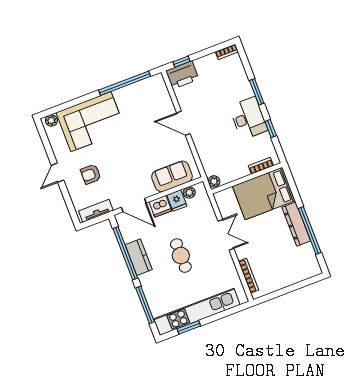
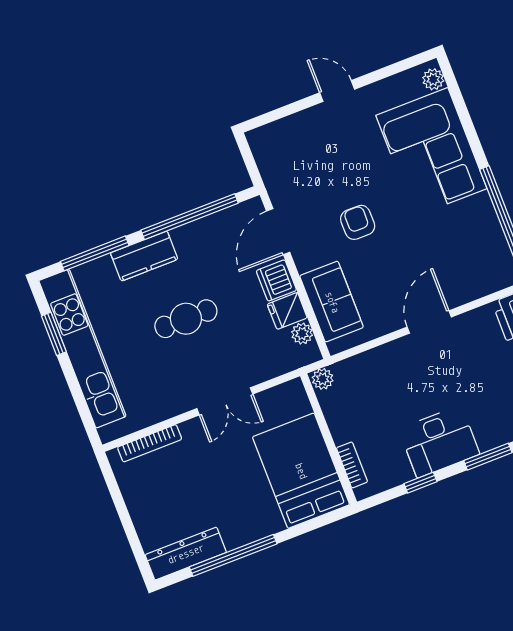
armchair: (91, 174) -> (358, 222), moved
tv unit: (96, 211) -> (268, 162), removed
dresser: (296, 224) -> (186, 554), moved
kitchen counter: (139, 257) -> (144, 256), moved

